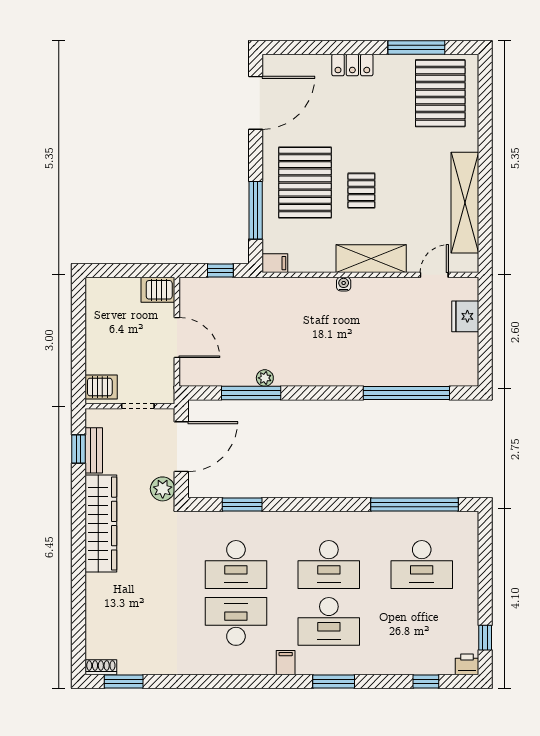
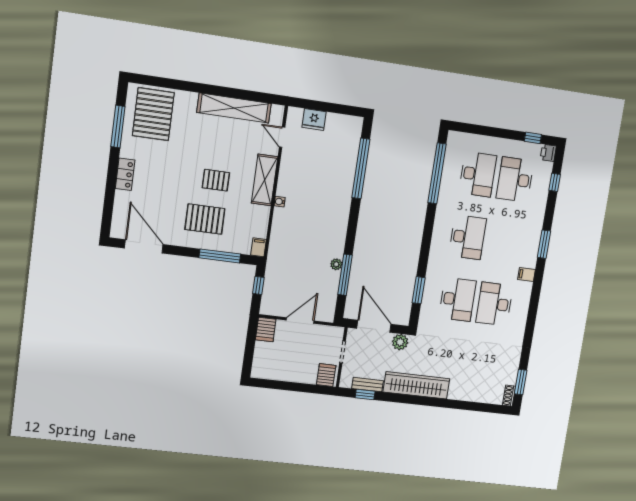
pallet: (440, 93) -> (153, 114), turned 90
pallet: (305, 183) -> (205, 219), width x0.73, depth x0.71
desk: (329, 621) -> (515, 180), moved, turned 180

